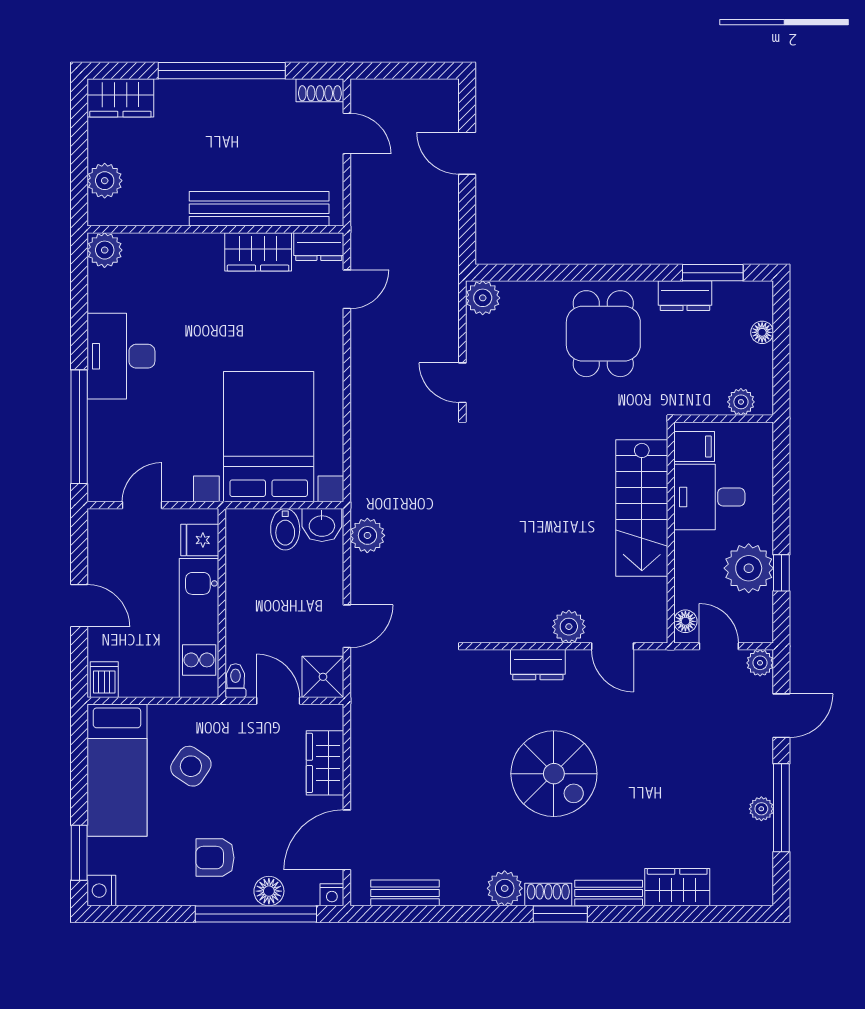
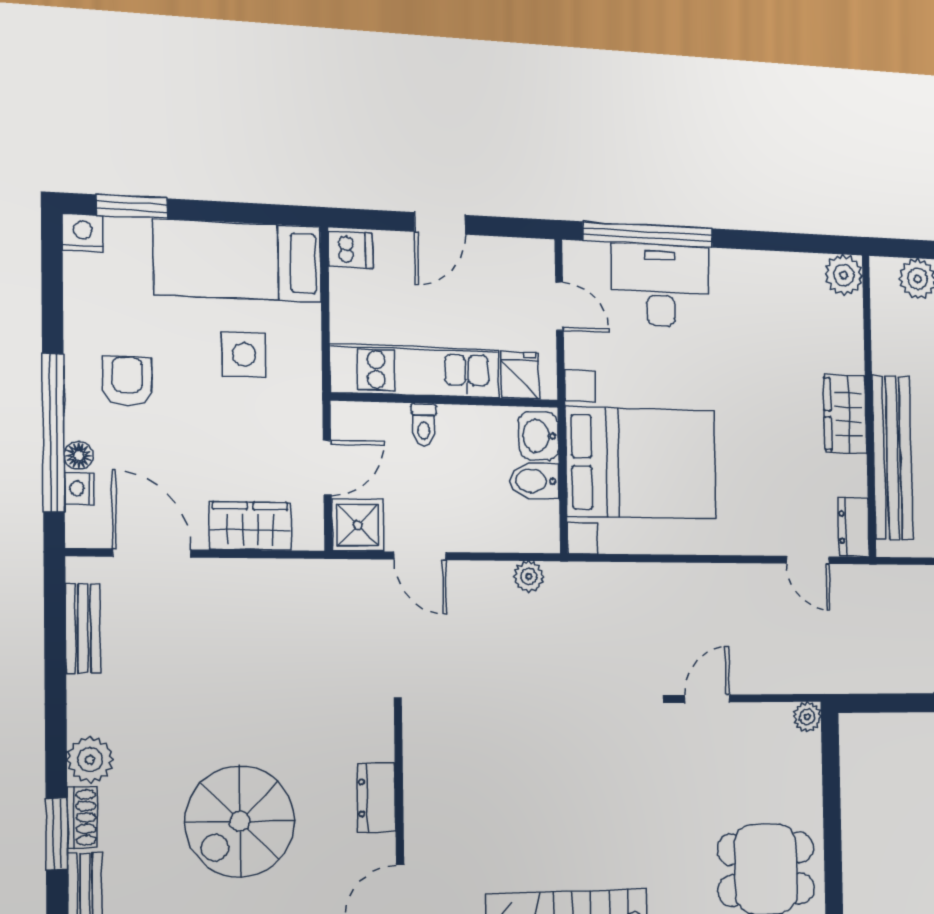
wardrobe: (258, 252) -> (845, 414), moved
plant: (483, 298) -> (807, 717), width x0.73, depth x0.73
desk: (121, 356) -> (661, 285), moved
washbasin: (322, 525) -> (539, 436), moved
plant: (367, 535) -> (529, 577), width x0.73, depth x0.73
plant: (569, 627) -> (424, 836), removed
toilet: (236, 681) -> (424, 425), moved, turned 90
side table: (191, 766) -> (244, 355), turned -34
floor lamp: (269, 891) -> (79, 455), width x0.73, depth x0.73
nightstand: (332, 895) -> (79, 488), moved

